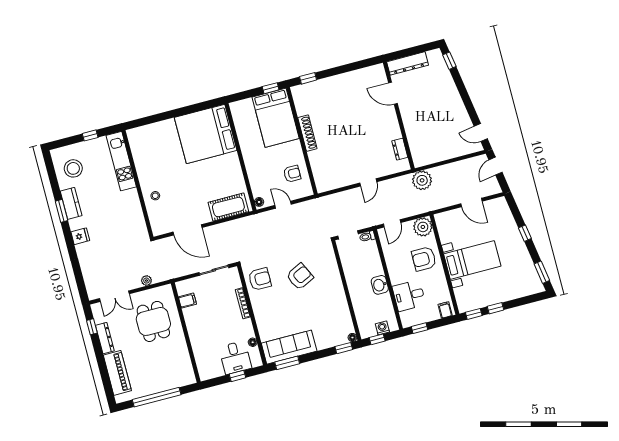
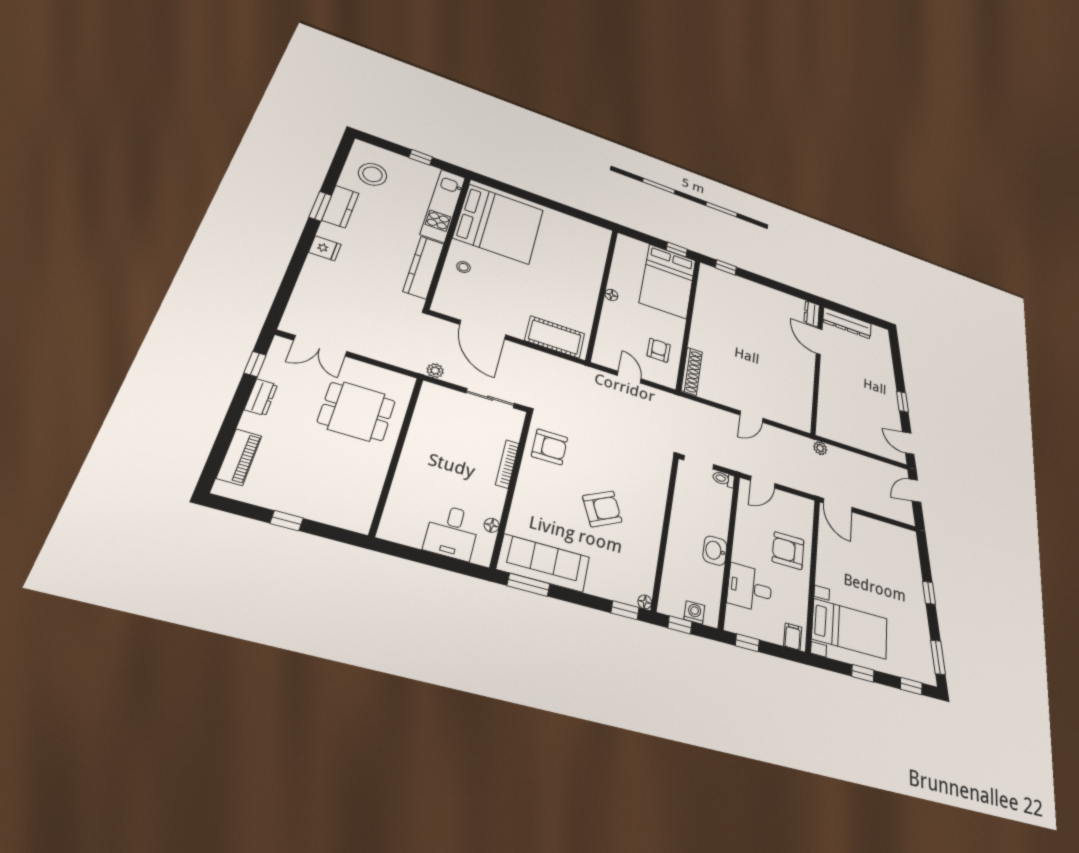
window: (449, 61) -> (902, 402), moved
shoe rack: (307, 133) -> (692, 371), moved
bed: (206, 134) -> (499, 224), moved, turned 180
dresser: (400, 149) -> (812, 314), moved
armchair: (292, 174) -> (659, 350), turned -90
plant: (422, 180) -> (820, 448), width x0.53, depth x0.53
floor lamp: (259, 202) -> (611, 295), moved
door: (471, 203) -> (838, 505), moved
kitchen counter: (135, 212) -> (424, 267), added
plant: (423, 227) -> (801, 510), removed
bed with nightstands: (472, 260) -> (850, 629), moved
armchair: (300, 277) -> (602, 509), moved
plant: (146, 281) -> (435, 371), moved
filing cabinet: (187, 301) -> (427, 414), removed
window: (474, 314) -> (911, 686), moved
dining table: (153, 321) -> (357, 411), turned 90
dresser: (105, 338) -> (261, 397), width x0.70
piano: (117, 373) -> (239, 457), width x0.73, depth x0.75
window: (237, 376) -> (440, 561), removed
window: (157, 397) -> (287, 521), width x0.32

